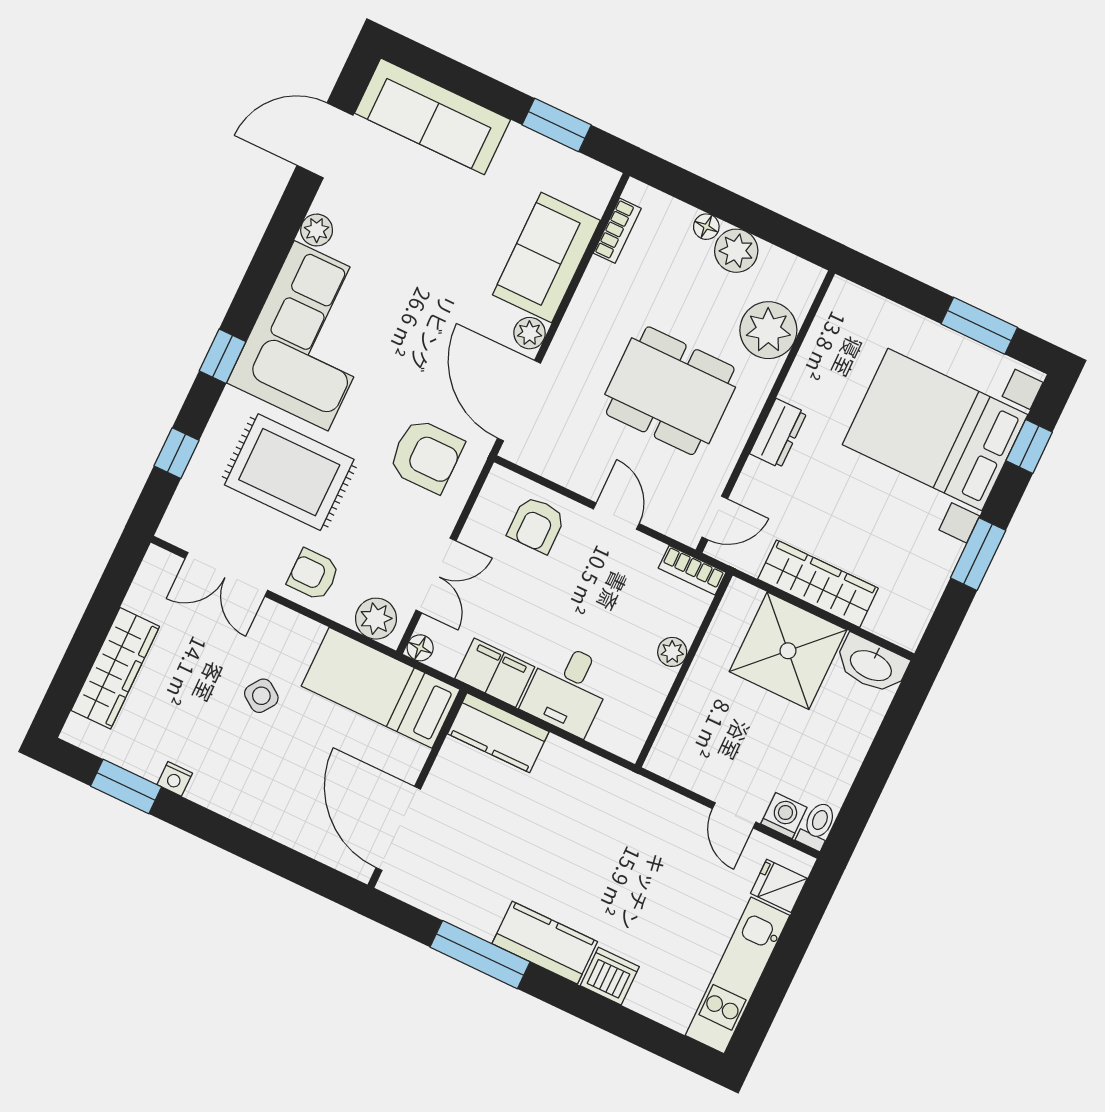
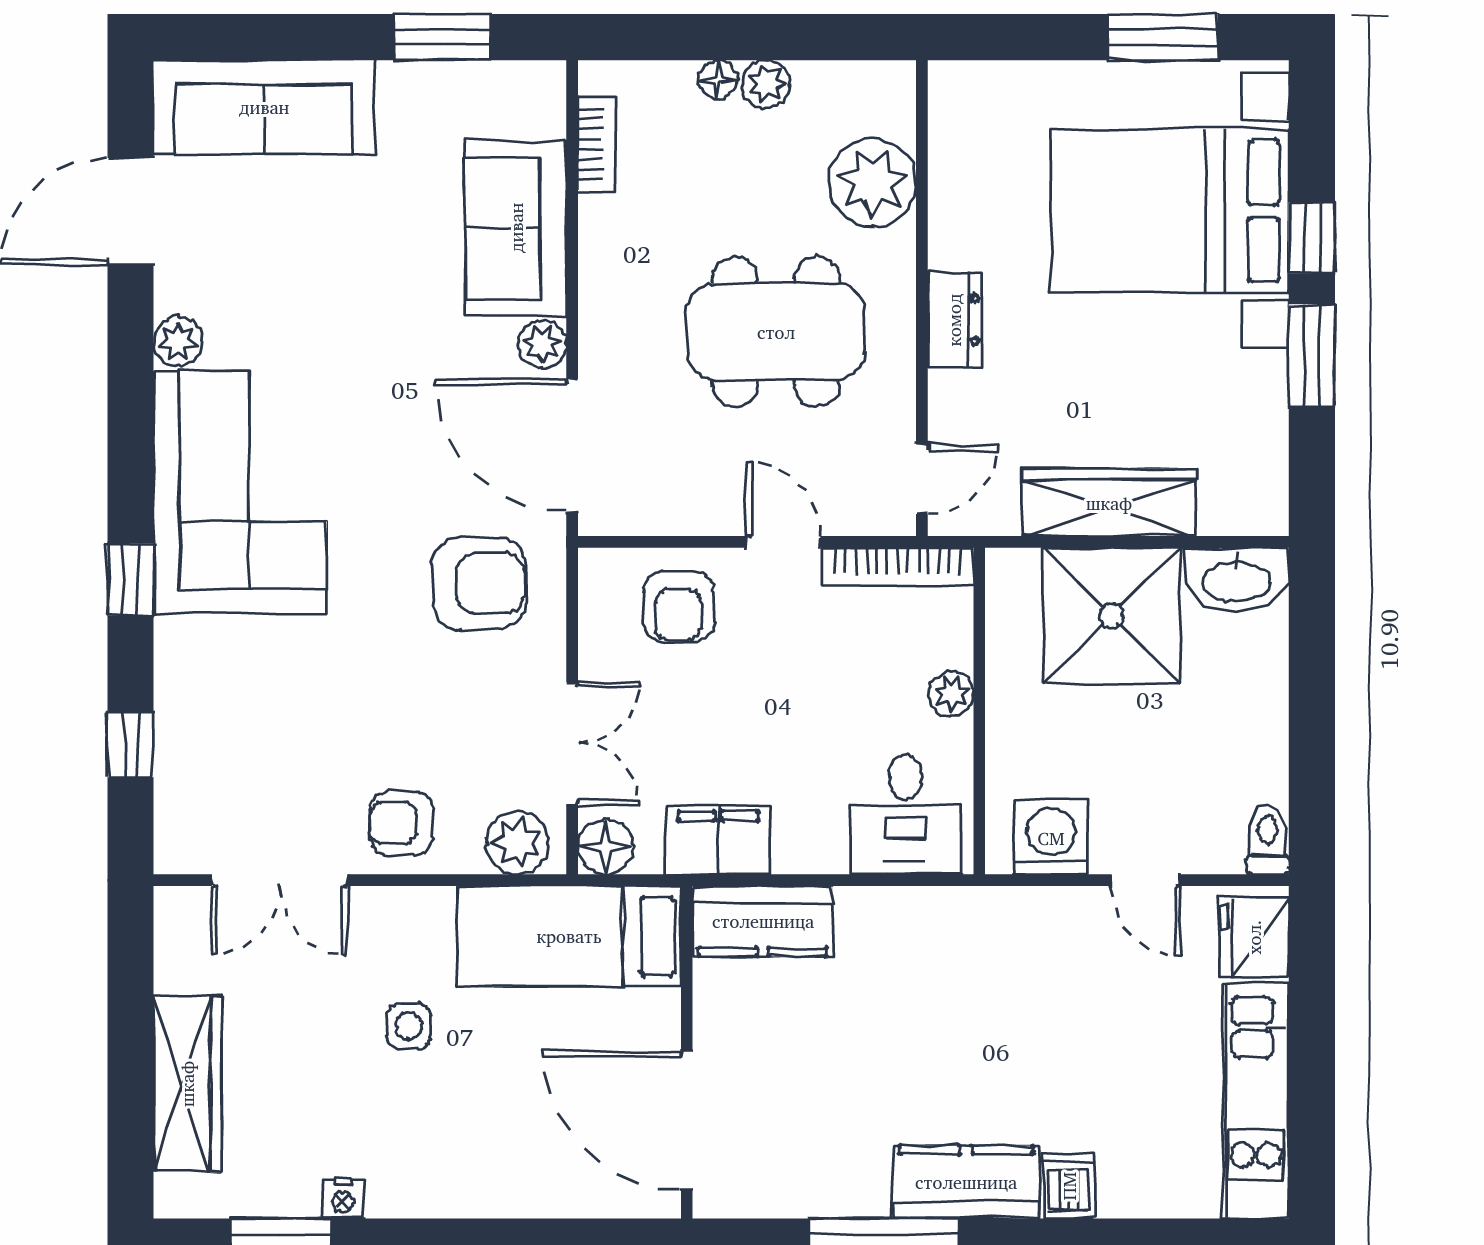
plant: (736, 251) -> (766, 84), width x0.73, depth x0.73
window: (1029, 446) -> (1312, 238), moved
rug: (289, 472) -> (300, 697), removed
bookcase: (692, 570) -> (898, 567), width x1.56
floor lamp: (420, 648) -> (605, 847), width x1.37, depth x1.37
desk: (568, 689) -> (906, 814), moved
side table: (261, 696) -> (409, 1026), turned -35
washing machine: (784, 816) -> (1051, 838), moved, width x1.38, depth x1.38
fridge: (779, 886) -> (1254, 937), width x1.38
dishwasher: (610, 976) -> (1069, 1186), width x0.73

